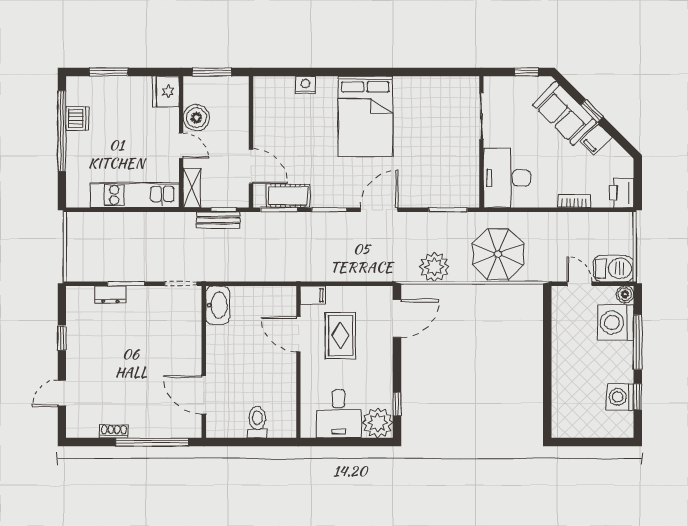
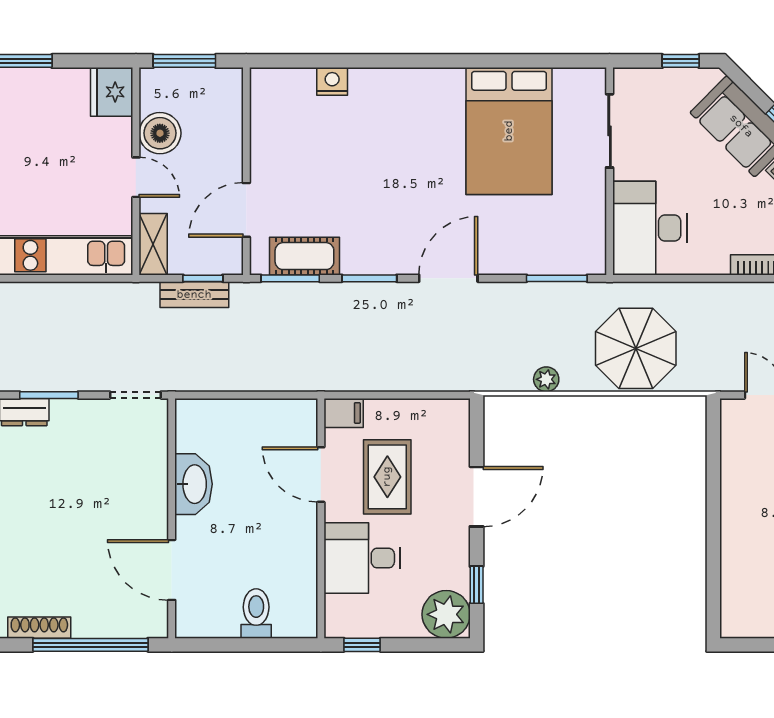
bed: (365, 116) -> (509, 131), moved
door: (251, 166) -> (246, 210), swing flipped
plant: (434, 267) -> (546, 379), width x0.53, depth x0.53
washbasin: (218, 305) -> (194, 484), moved
door: (397, 319) -> (477, 497), moved
desk: (339, 414) -> (362, 558), moved, turned 90
shoe rack: (114, 431) -> (39, 628), width x1.43
window: (324, 442) -> (362, 645), added

